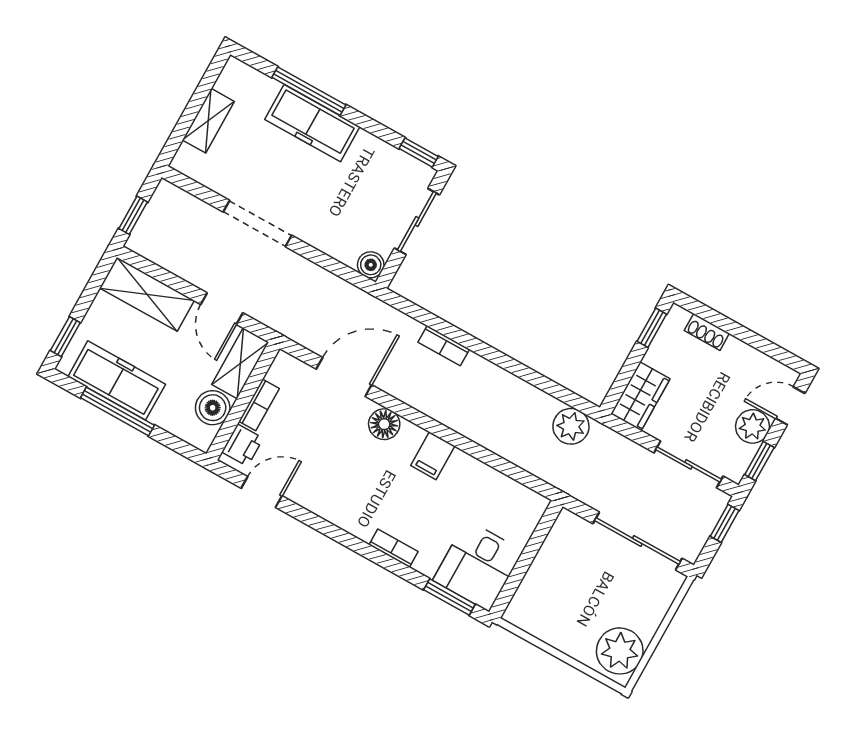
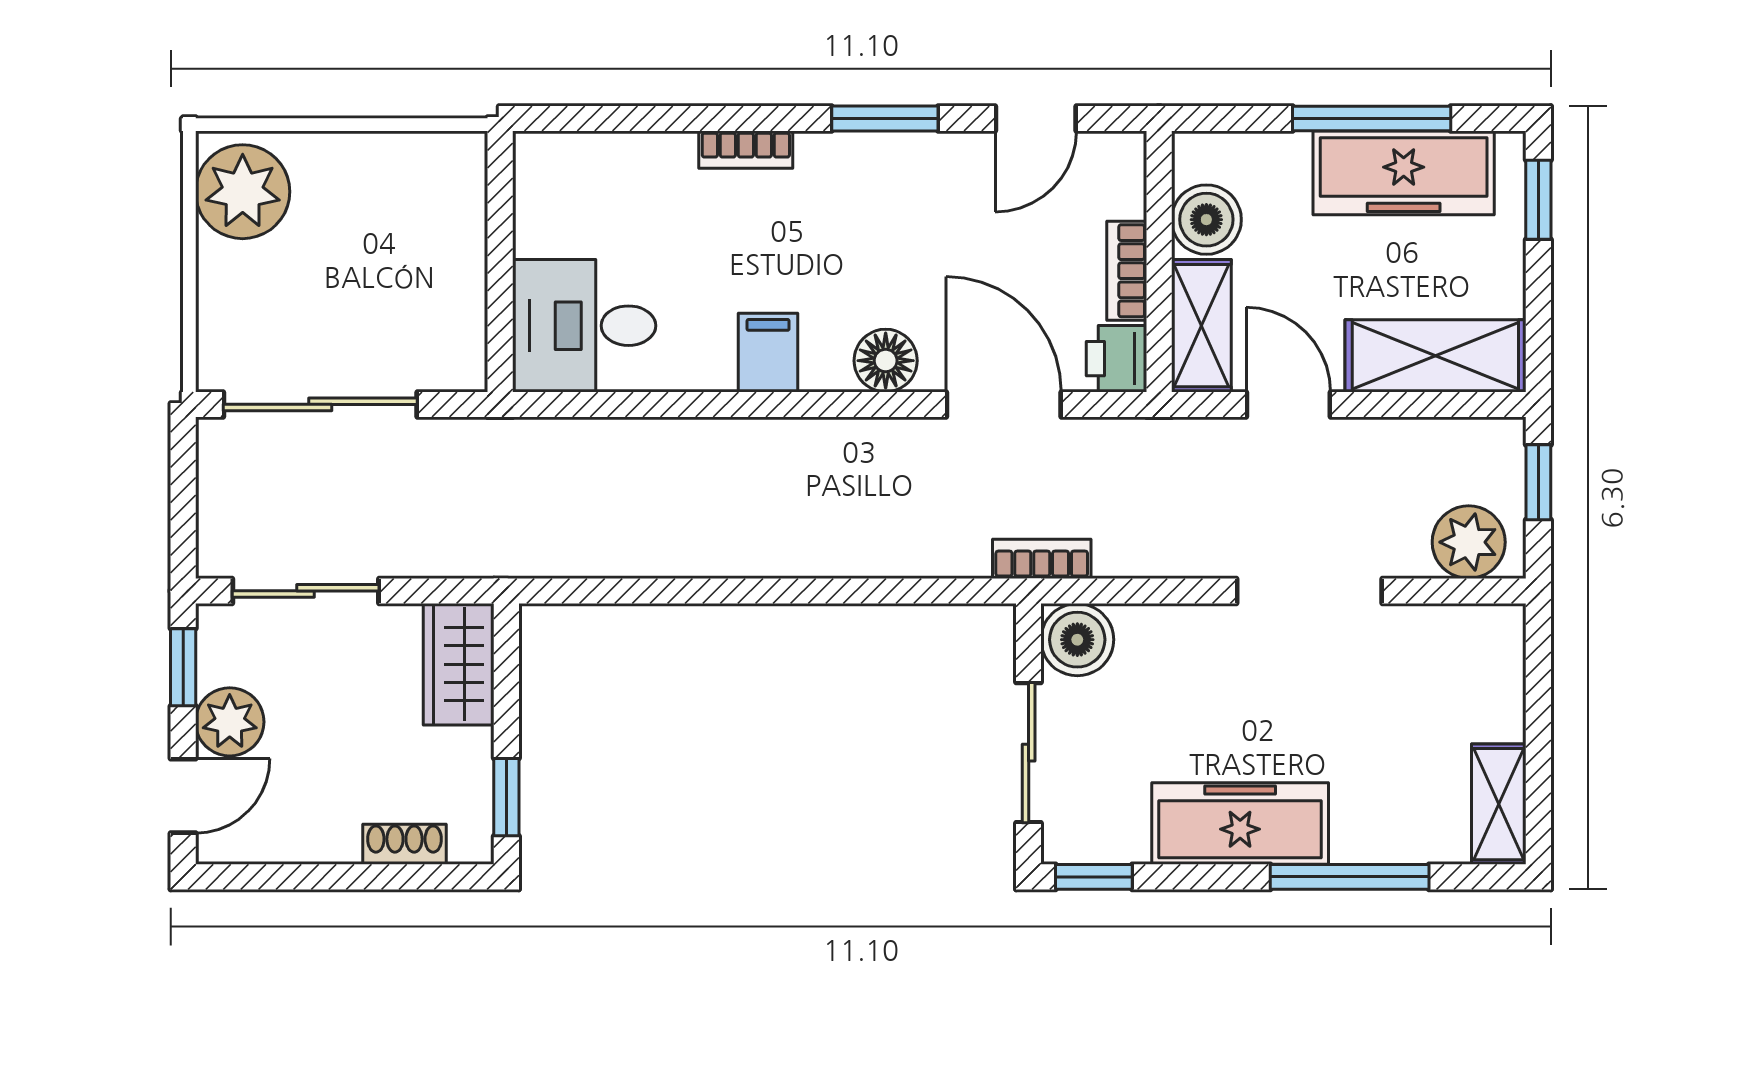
shelving: (208, 121) -> (1499, 804), moved
freezer: (312, 123) -> (1240, 824), moved
boiler: (371, 265) -> (1077, 640), width x1.36, depth x1.36
bookcase: (444, 346) -> (1042, 559), moved
door: (344, 377) -> (1004, 404), swing flipped
plant: (571, 426) -> (1469, 542), moved
printer: (242, 445) -> (1116, 359), moved
window: (725, 523) -> (183, 522), removed
desk: (478, 566) -> (584, 326), moved, turned -90
window: (449, 597) -> (885, 118), moved

